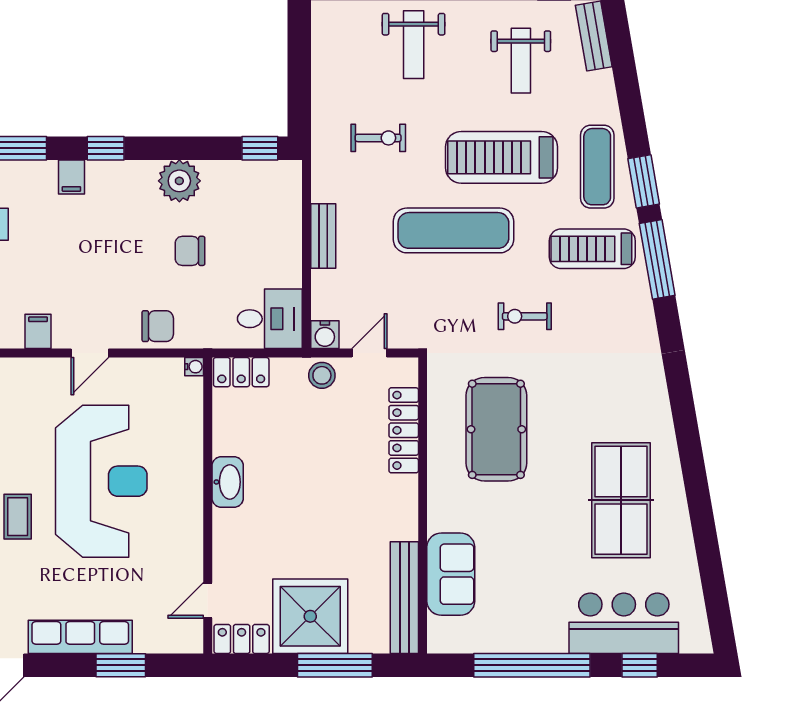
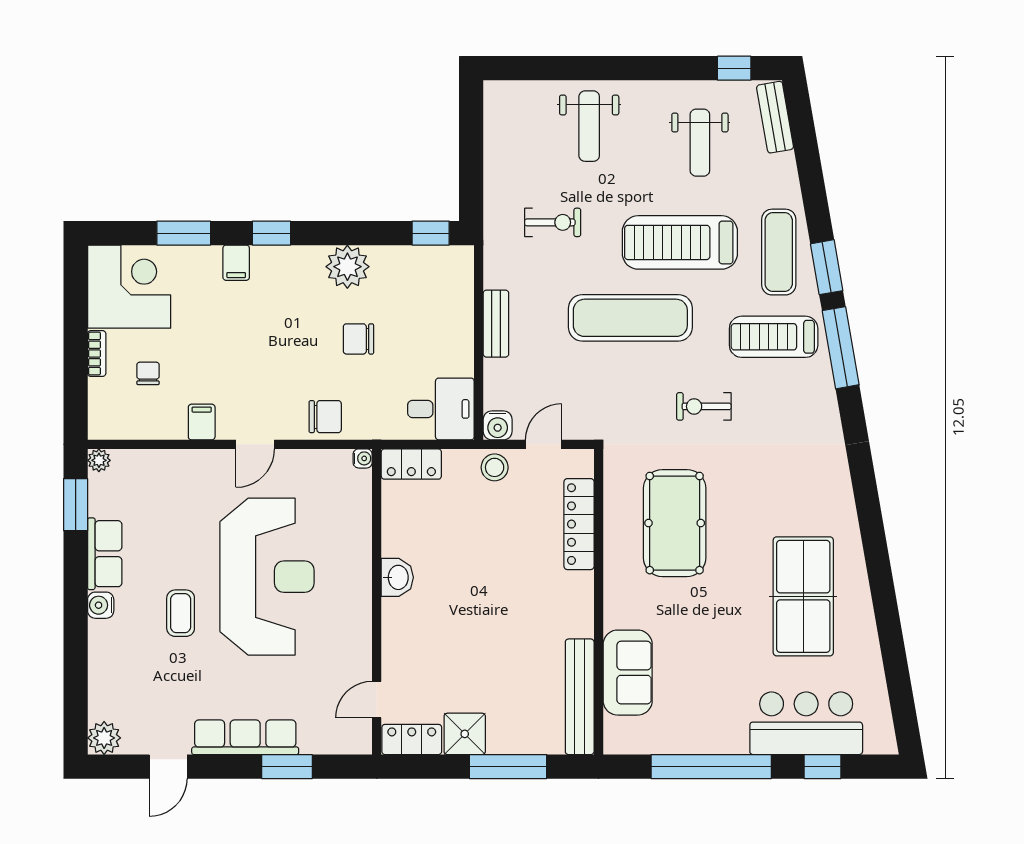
washbasin: (228, 482) -> (397, 577), width x0.72
shower: (310, 616) -> (465, 734), width x0.54, depth x0.54

